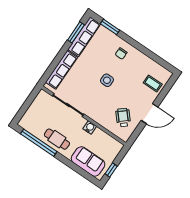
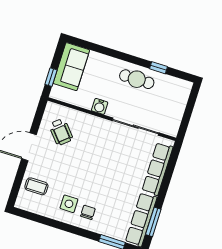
side table: (107, 80) -> (69, 204), moved
window: (39, 143) -> (159, 68), width x0.32
sofa: (88, 161) -> (71, 67), moved, turned -90
window: (111, 170) -> (51, 77), moved

